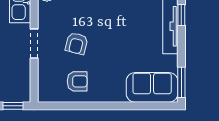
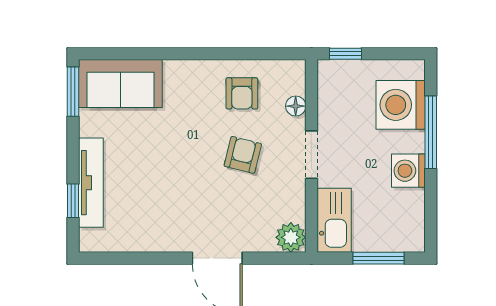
floor lamp: (44, 74) -> (296, 106), added
armchair: (77, 81) -> (242, 93), turned -90

